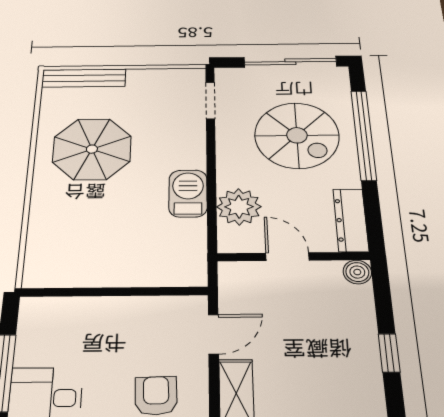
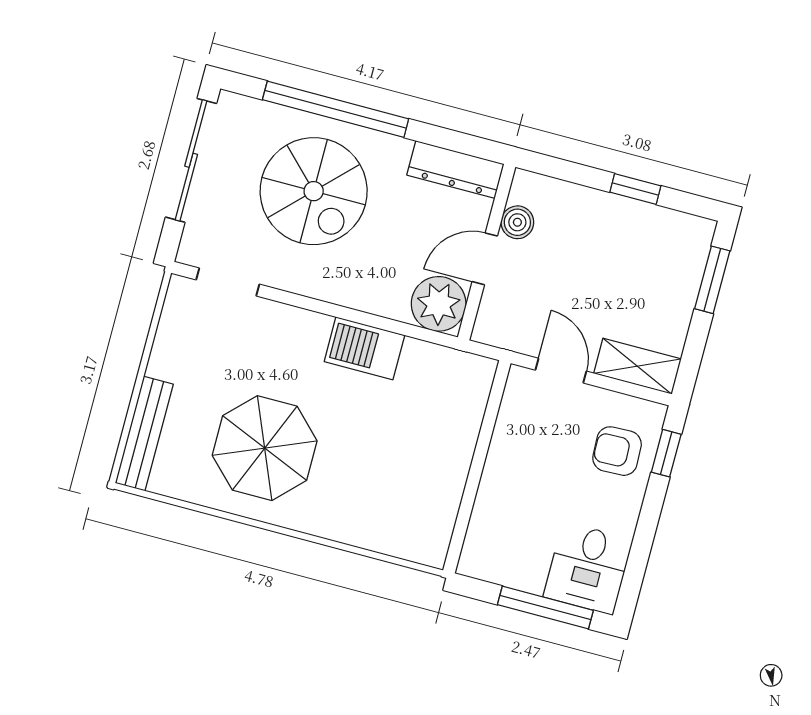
spiral stairs: (297, 135) -> (314, 191), turned 90
plant: (239, 207) -> (439, 304), moved
boiler: (357, 272) -> (517, 222), moved

